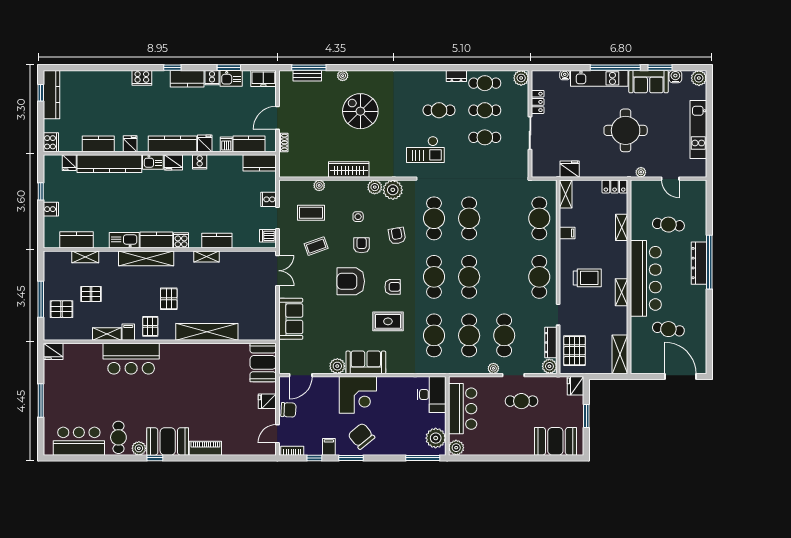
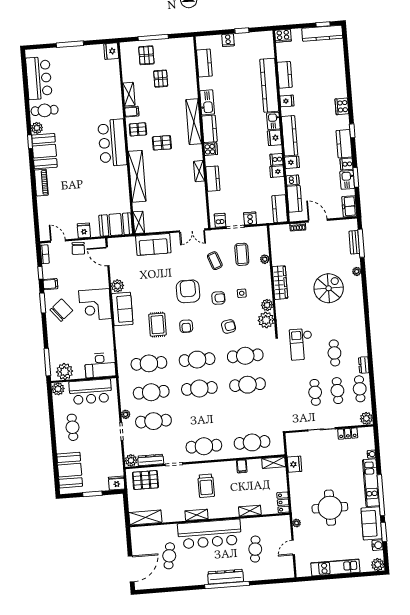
fridge: (69, 163) -> (277, 172), moved
shelving: (85, 257) -> (139, 222), moved
bar counter: (131, 359) -> (112, 143), moved
cafe table: (521, 401) -> (72, 427), moved

